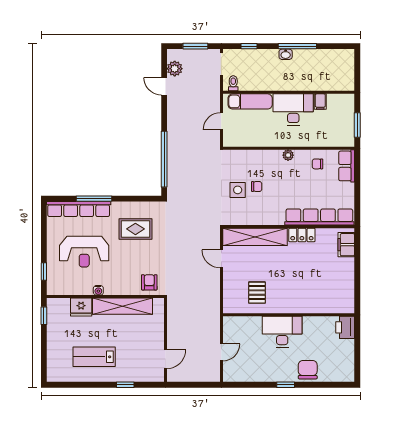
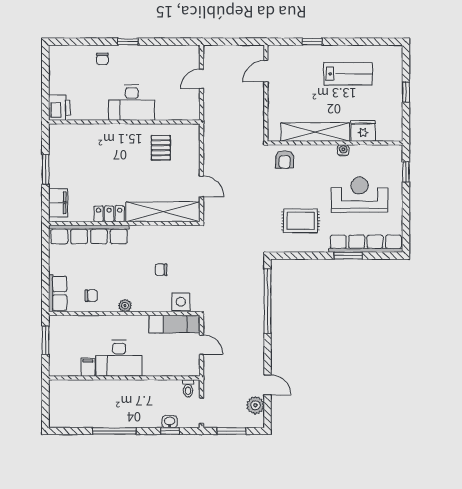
washbasin: (286, 54) -> (170, 422), moved
exam couch: (250, 101) -> (174, 324), moved, turned 180
door: (221, 121) -> (202, 345), hinge flipped
side table: (238, 190) -> (181, 302), moved
window: (94, 199) -> (348, 256), width x0.69
window: (357, 274) -> (45, 169), added
window: (44, 316) -> (406, 92), moved
chair: (308, 370) -> (102, 59), width x0.54, depth x0.54

